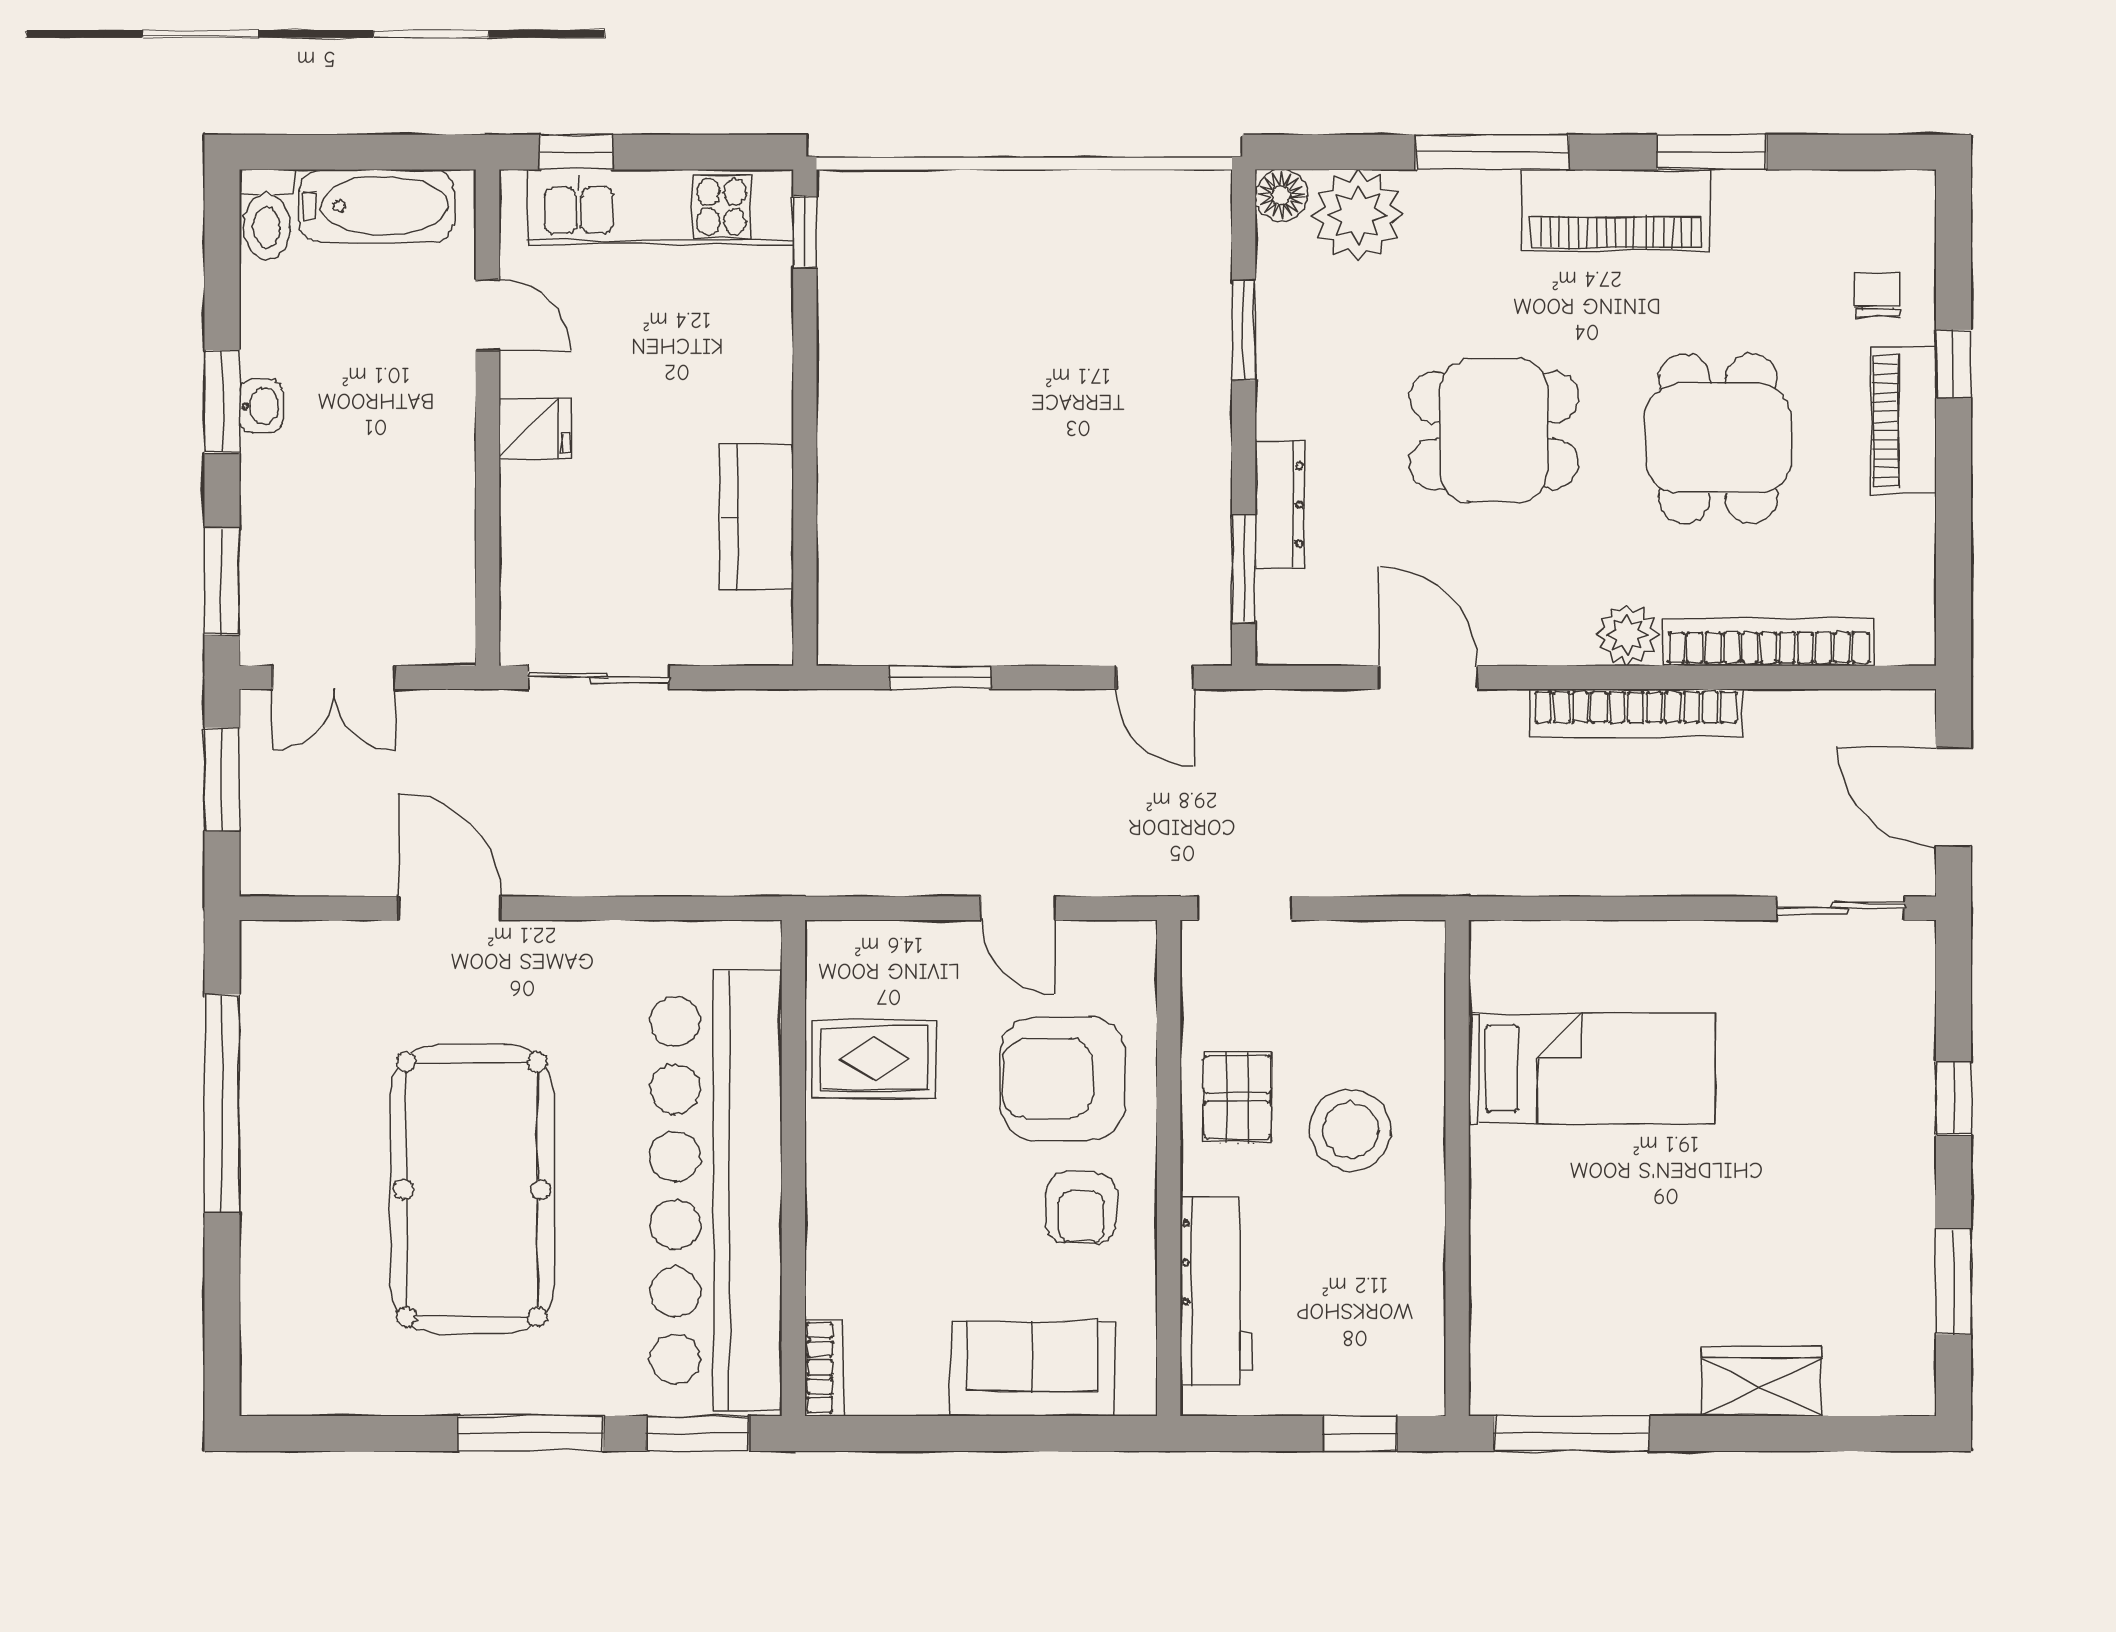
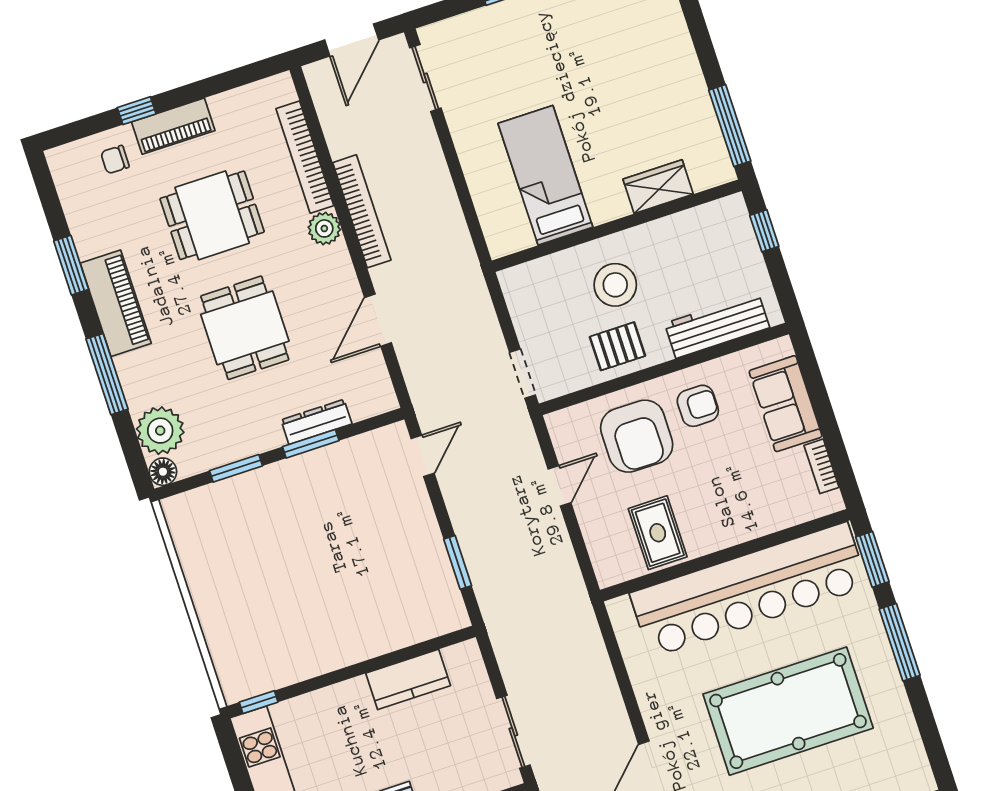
window: (1244, 569) -> (311, 444), moved
bookcase: (824, 1367) -> (822, 466), moved, turned -90
wardrobe: (1761, 1381) -> (658, 187), moved, turned 90

